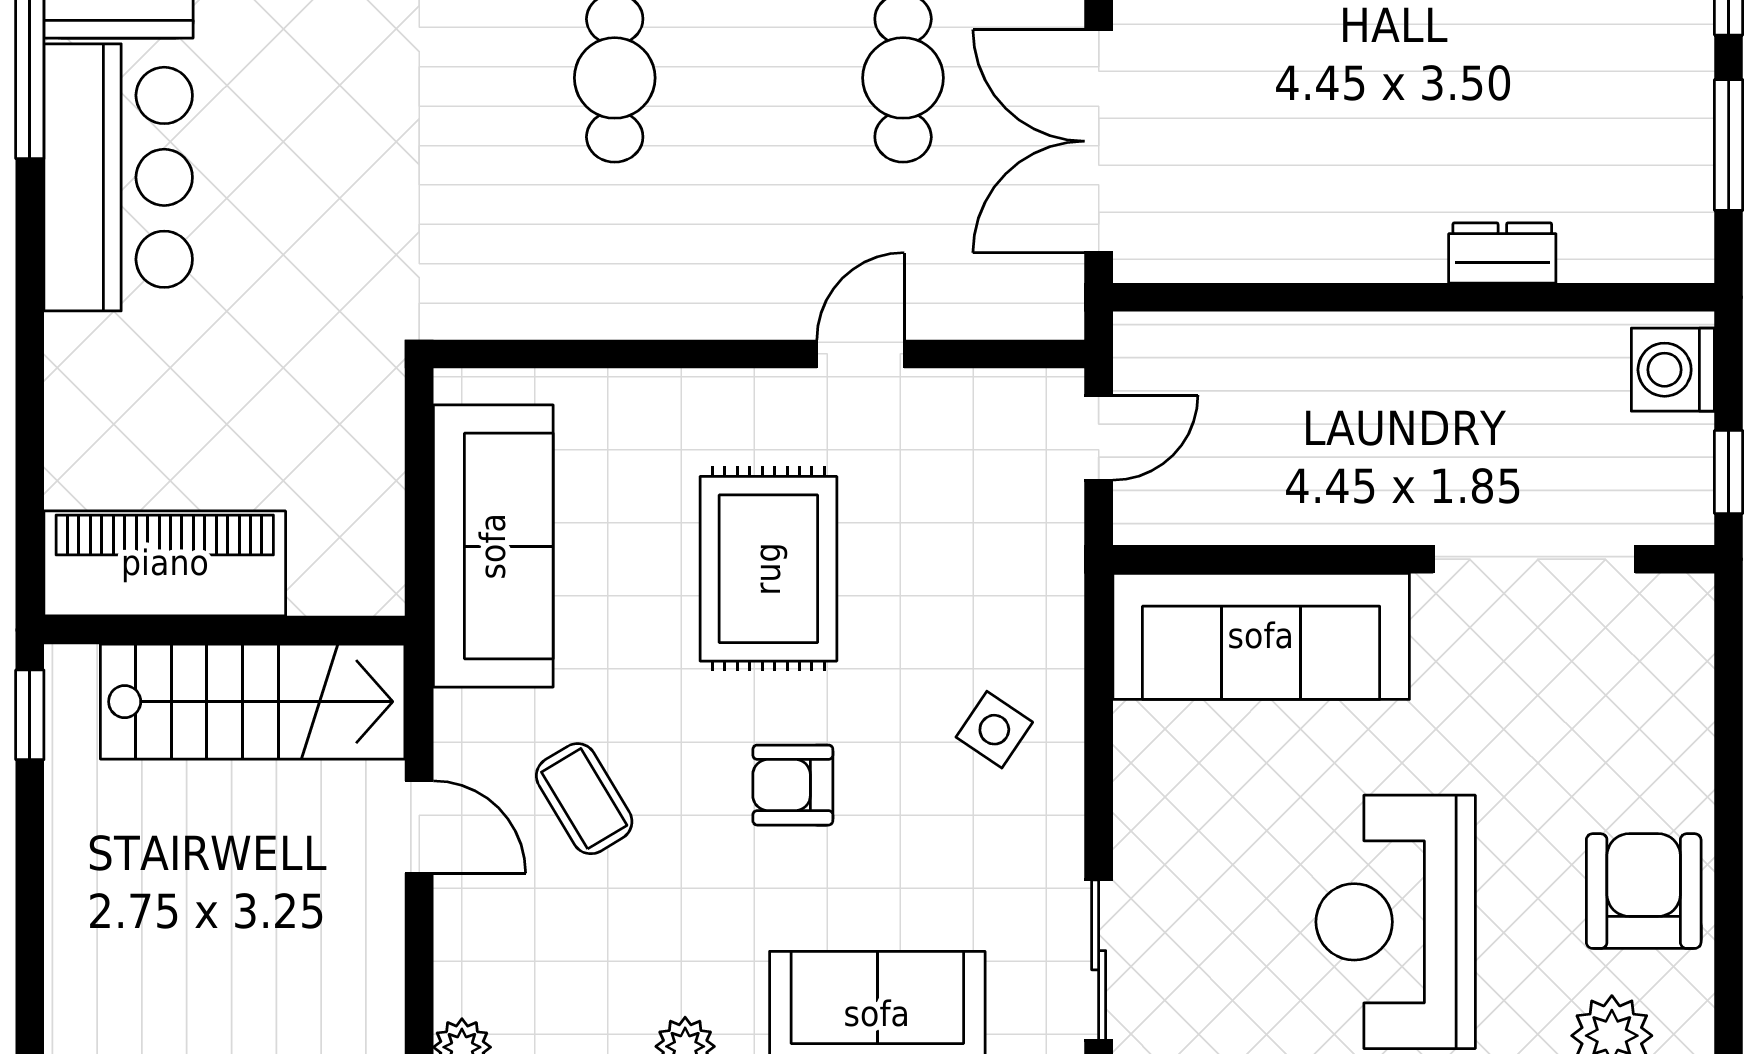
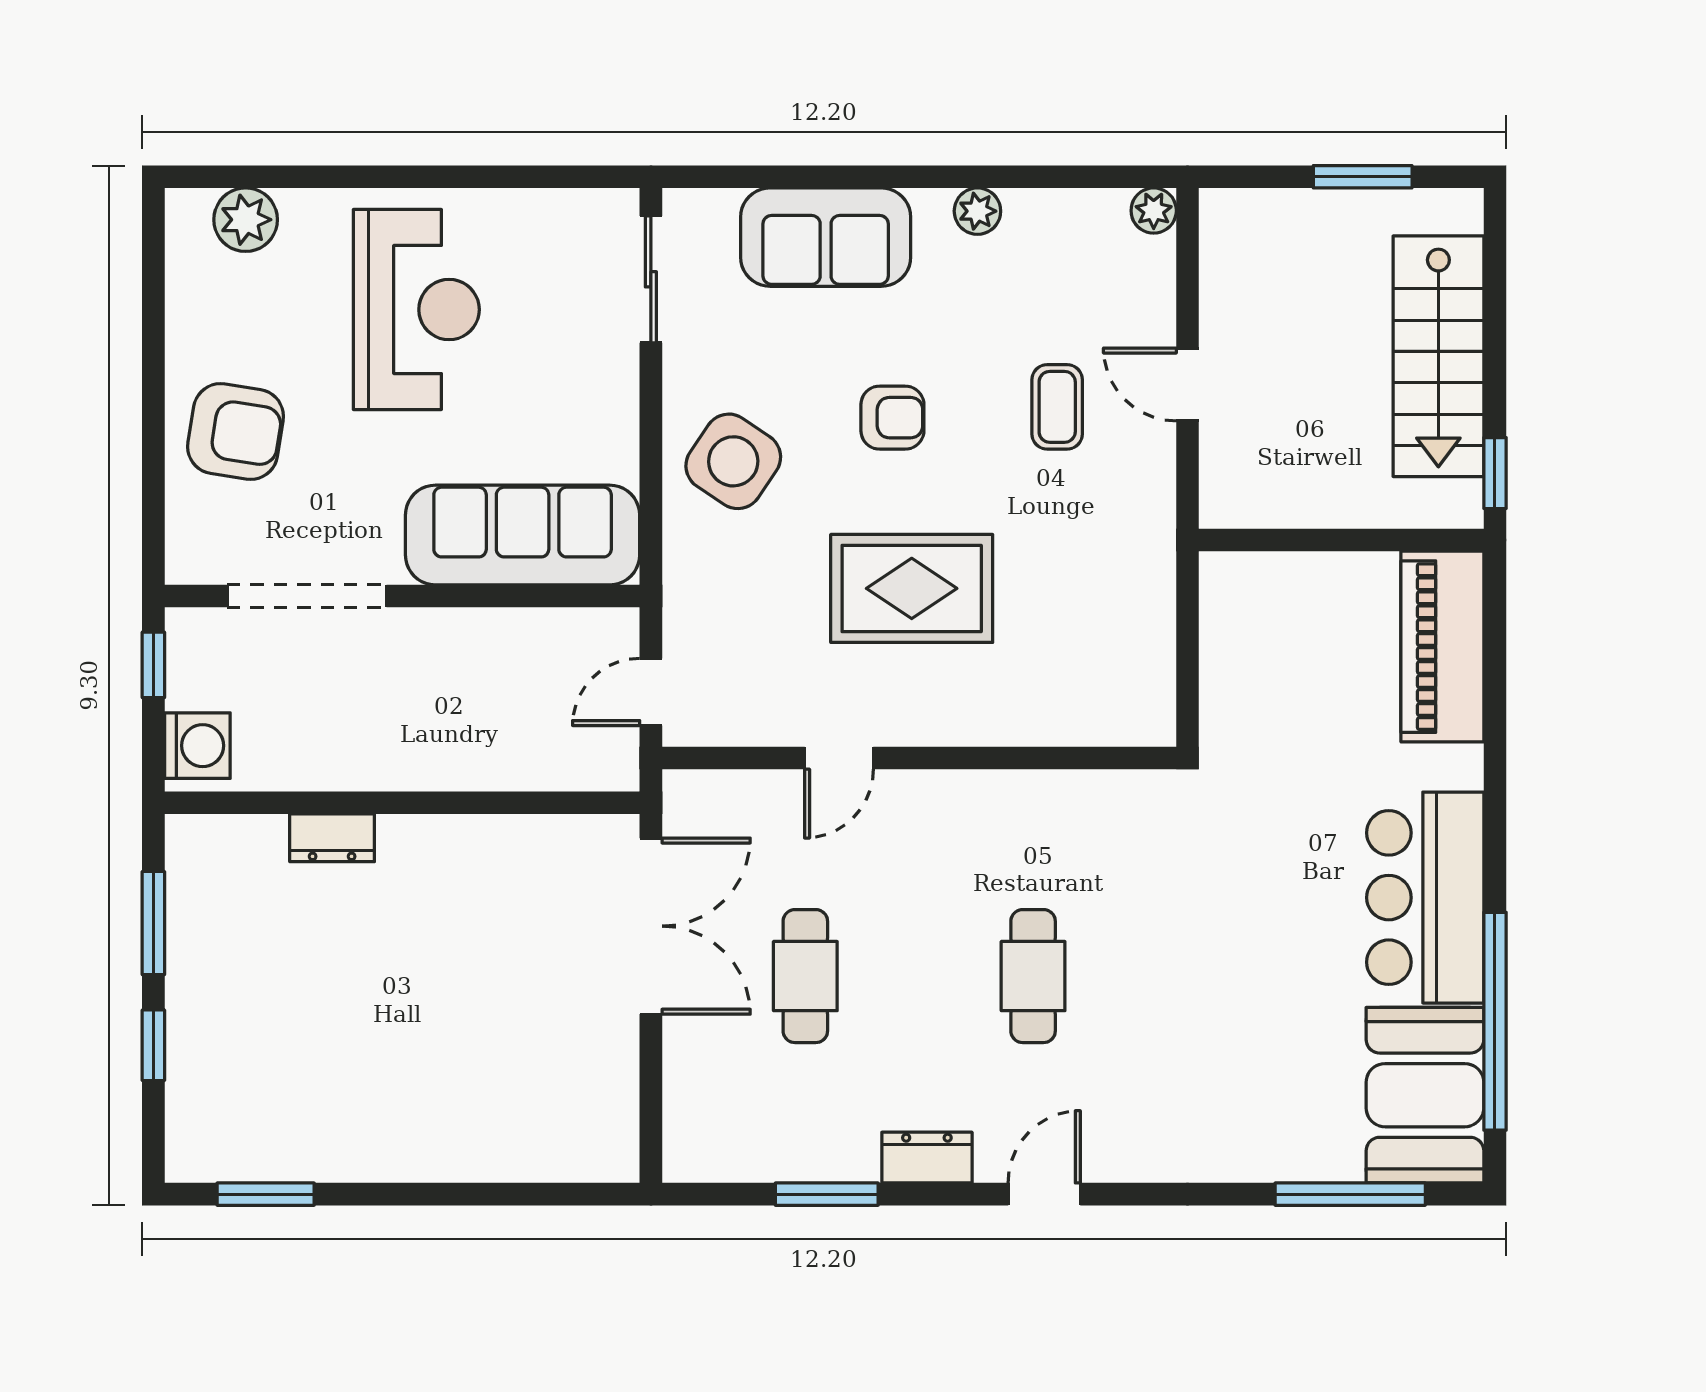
sofa: (493, 546) -> (1129, 606), removed
piano: (165, 563) -> (1442, 647), moved, turned 90
rug: (768, 569) -> (912, 588), turned 90
stairs: (253, 702) -> (1438, 356), moved, turned -90
side table: (994, 730) -> (733, 461), width x1.87, depth x1.87
coffee table: (584, 799) -> (1057, 407), turned 31
armchair: (1644, 891) -> (236, 432), moved, turned -81

